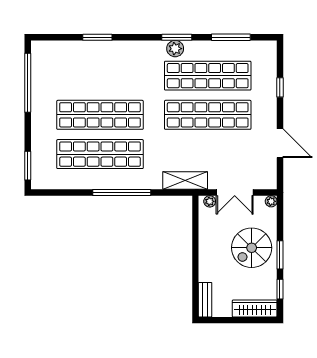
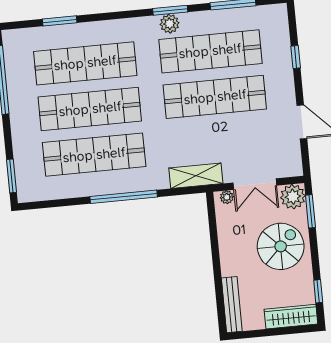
window: (97, 37) -> (60, 21), moved
shop shelf: (100, 76) -> (85, 63), added
plant: (271, 201) -> (293, 197), width x1.88, depth x1.88
spiral stairs: (252, 248) -> (281, 246), turned 180
window: (280, 255) -> (310, 211), moved
bench: (205, 300) -> (232, 305), width x1.36

